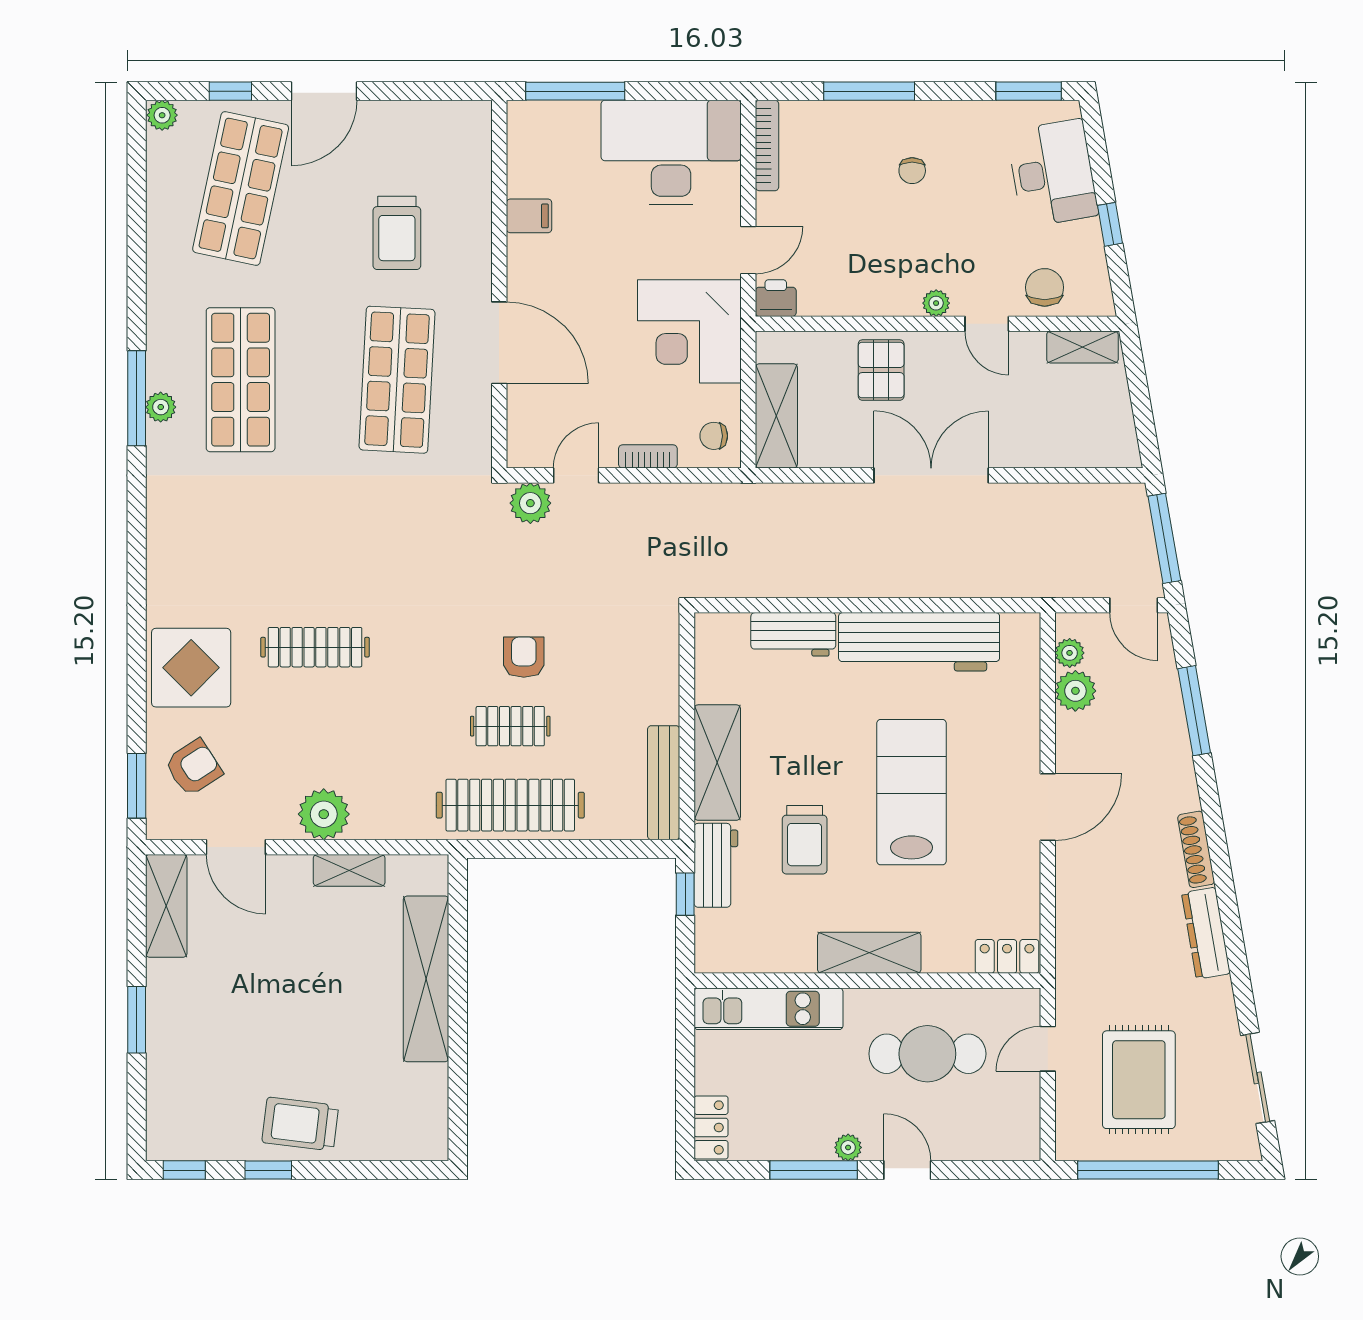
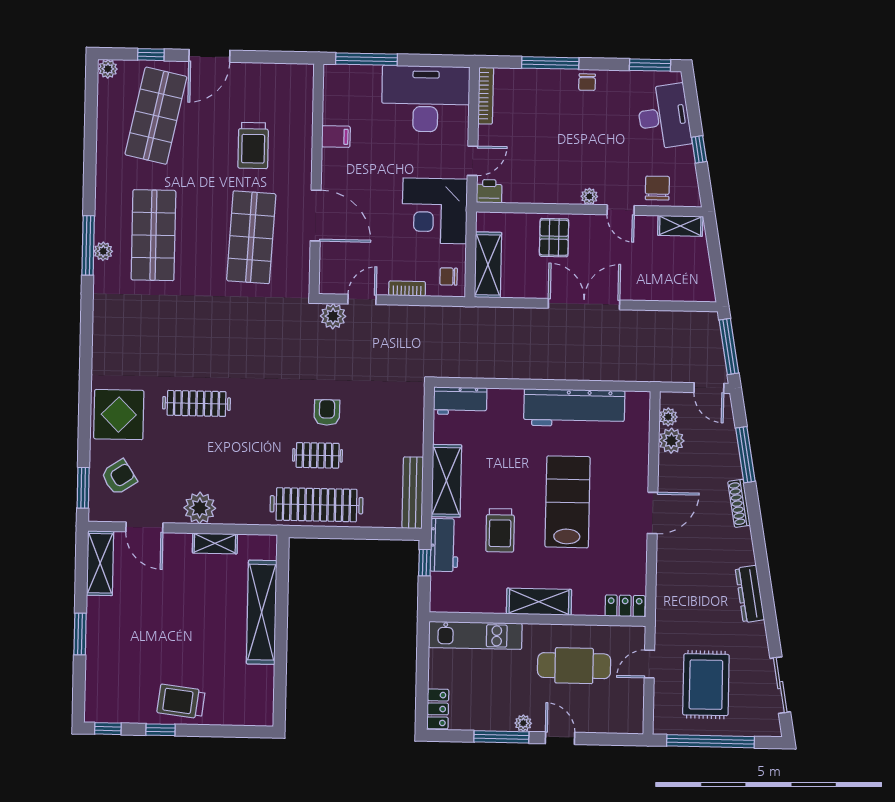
chair: (912, 171) -> (587, 82), moved
workbench: (793, 634) -> (460, 401), moved
shoe rack: (1196, 849) -> (739, 503), moved

